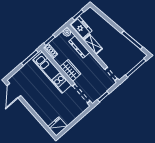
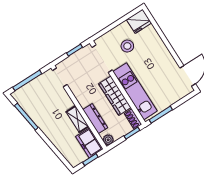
wardrobe: (70, 70) -> (115, 96), width x1.50
stool: (63, 106) -> (127, 46), added

